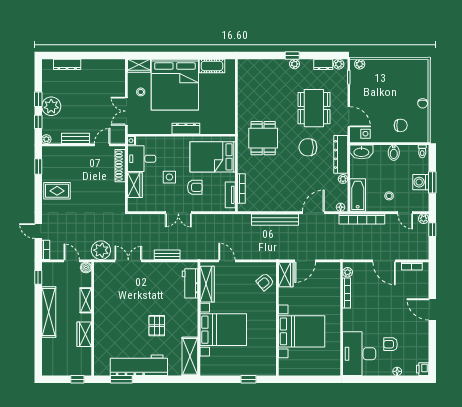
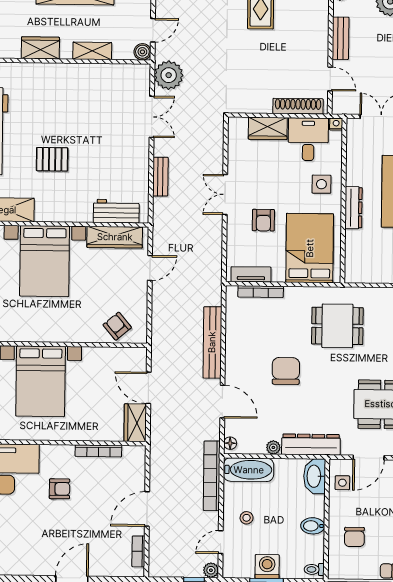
chair: (308, 147) -> (286, 371), moved
side table: (169, 177) -> (321, 184), moved
plant: (348, 272) -> (130, 453), removed
wardrobe: (286, 274) -> (135, 423), moved, turned 90
armchair: (391, 344) -> (60, 489), moved, turned 90

